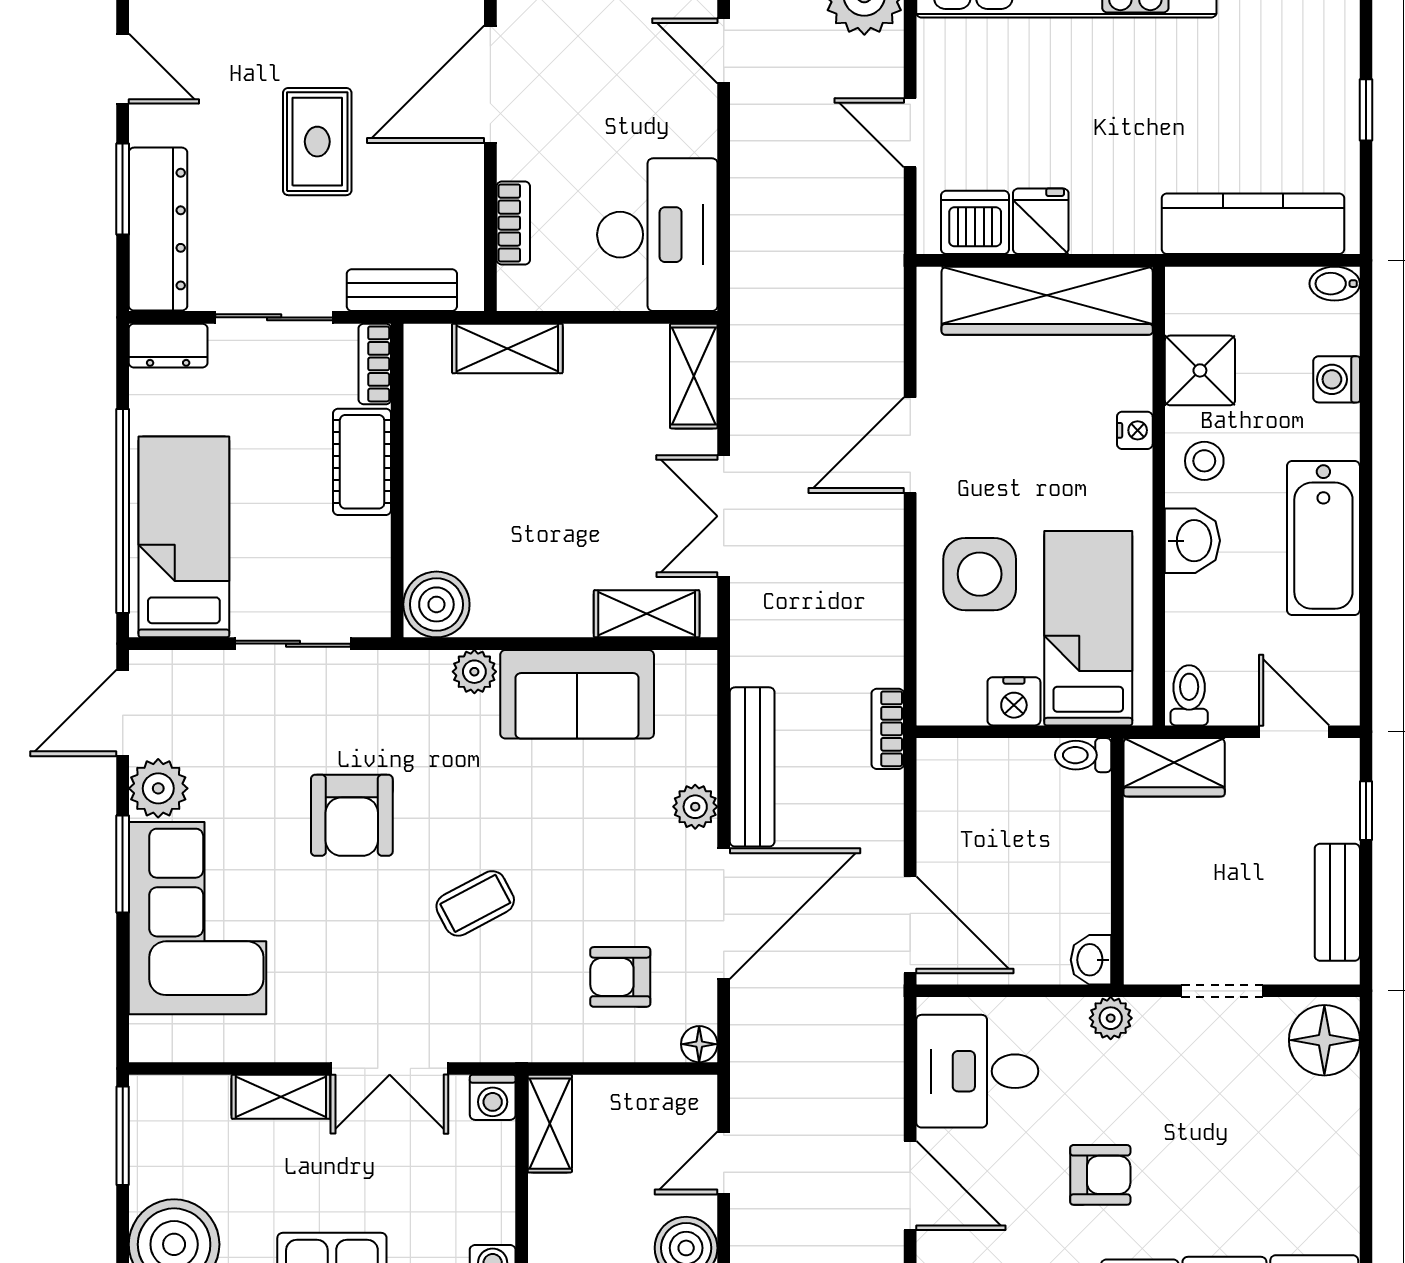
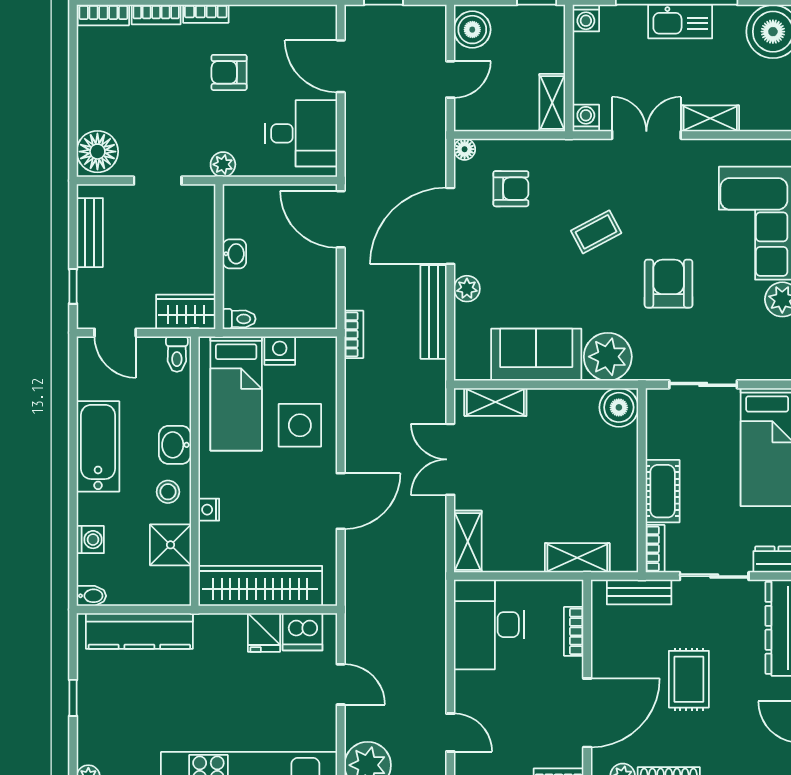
double door: (724, 516) -> (450, 459), swing flipped
plant: (474, 672) -> (608, 357), width x1.88, depth x1.88
washbasin: (1091, 960) -> (234, 254), moved

